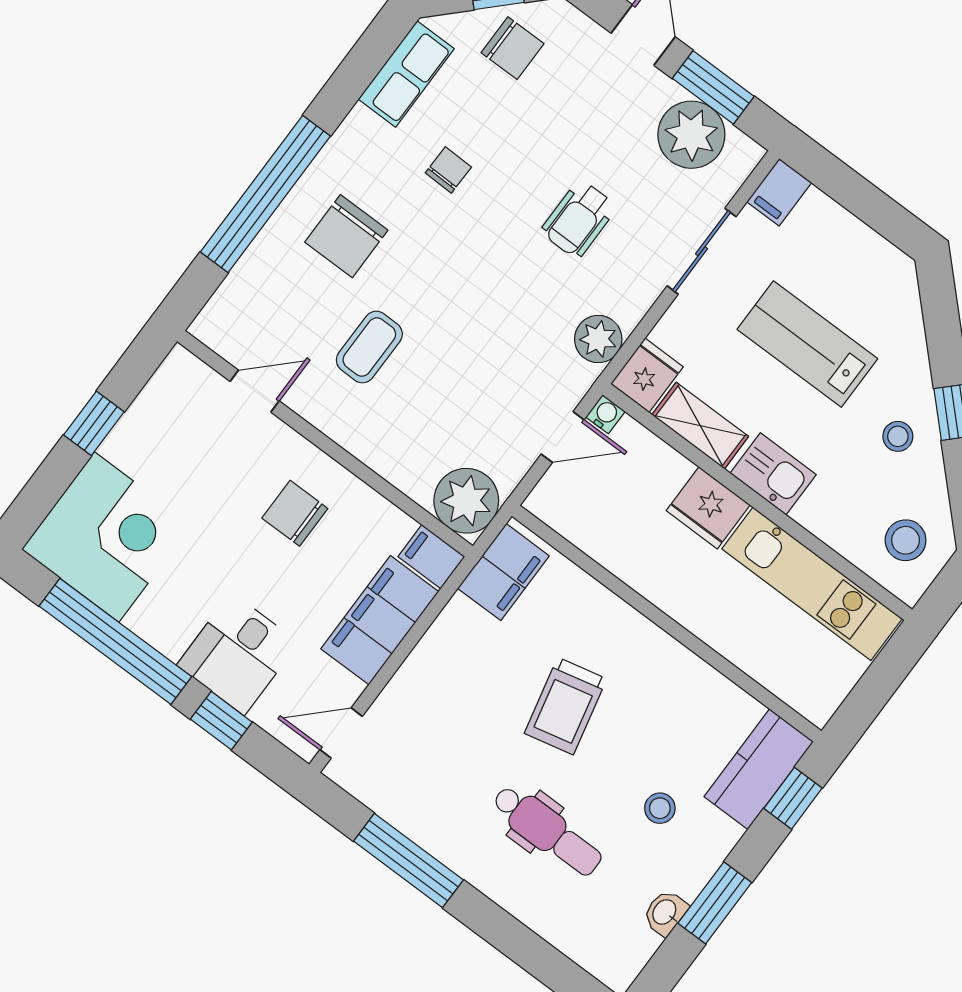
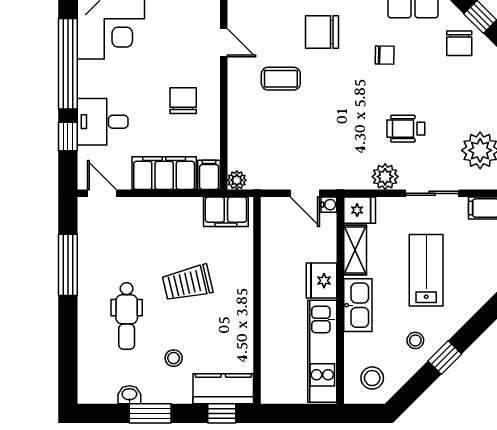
plant: (598, 339) -> (385, 177), moved
kitchen sink: (773, 474) -> (358, 305), width x1.38
plant: (466, 501) -> (237, 180), width x0.53, depth x0.53

